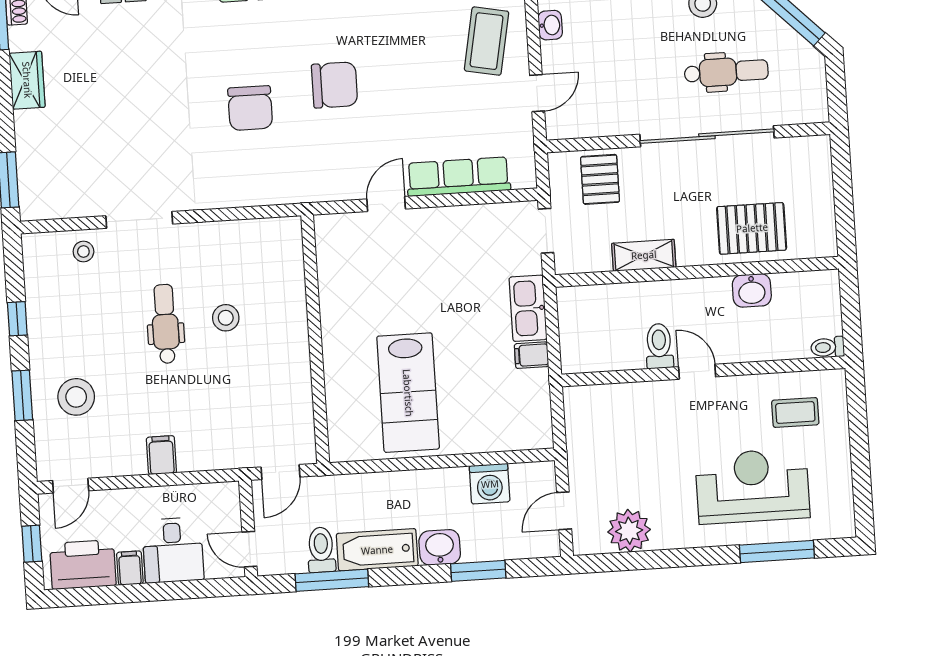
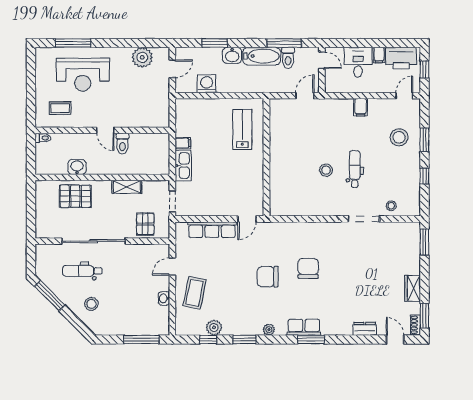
dental chair: (165, 324) -> (355, 169), turned 180
wall: (315, 339) -> (266, 157), moved
lab bench: (408, 393) -> (242, 129), width x0.73, depth x0.72

